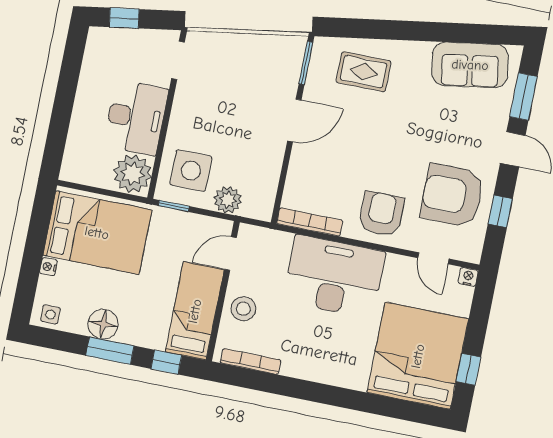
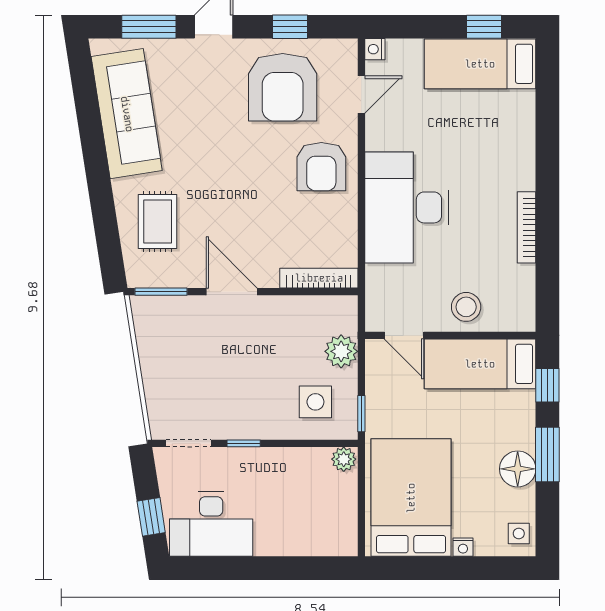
sofa: (470, 65) -> (127, 114), width x1.36
window: (169, 105) -> (244, 443), added
desk: (136, 118) -> (211, 524), moved, turned 180
side table: (191, 171) -> (315, 402), width x0.73, depth x0.73
plant: (133, 174) -> (344, 459), width x0.53, depth x0.53
armchair: (381, 214) -> (321, 167), turned -90
bookcase: (310, 222) -> (319, 278), moved, turned 90
bed: (418, 356) -> (480, 64), width x0.49
bookcase: (251, 361) -> (527, 227), moved

